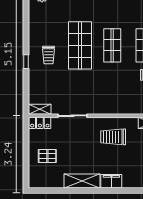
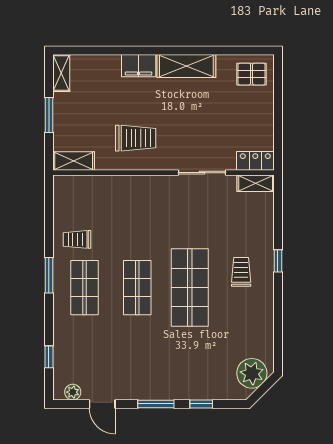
pallet: (47, 156) -> (252, 74), moved

